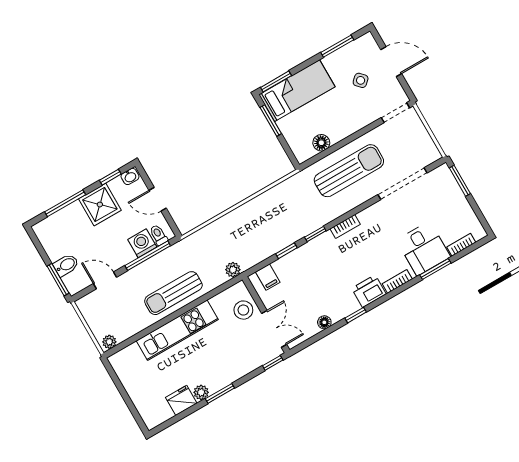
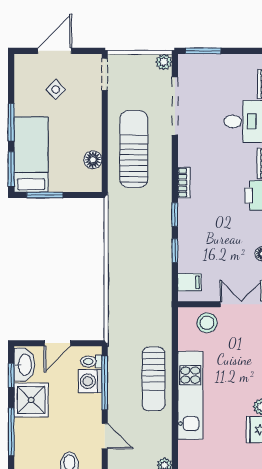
window: (337, 46) -> (11, 122), moved
washbasin: (130, 176) -> (24, 365), width x1.91, depth x1.45
plant: (233, 270) -> (164, 62), moved
door: (105, 280) -> (105, 436), swing flipped

